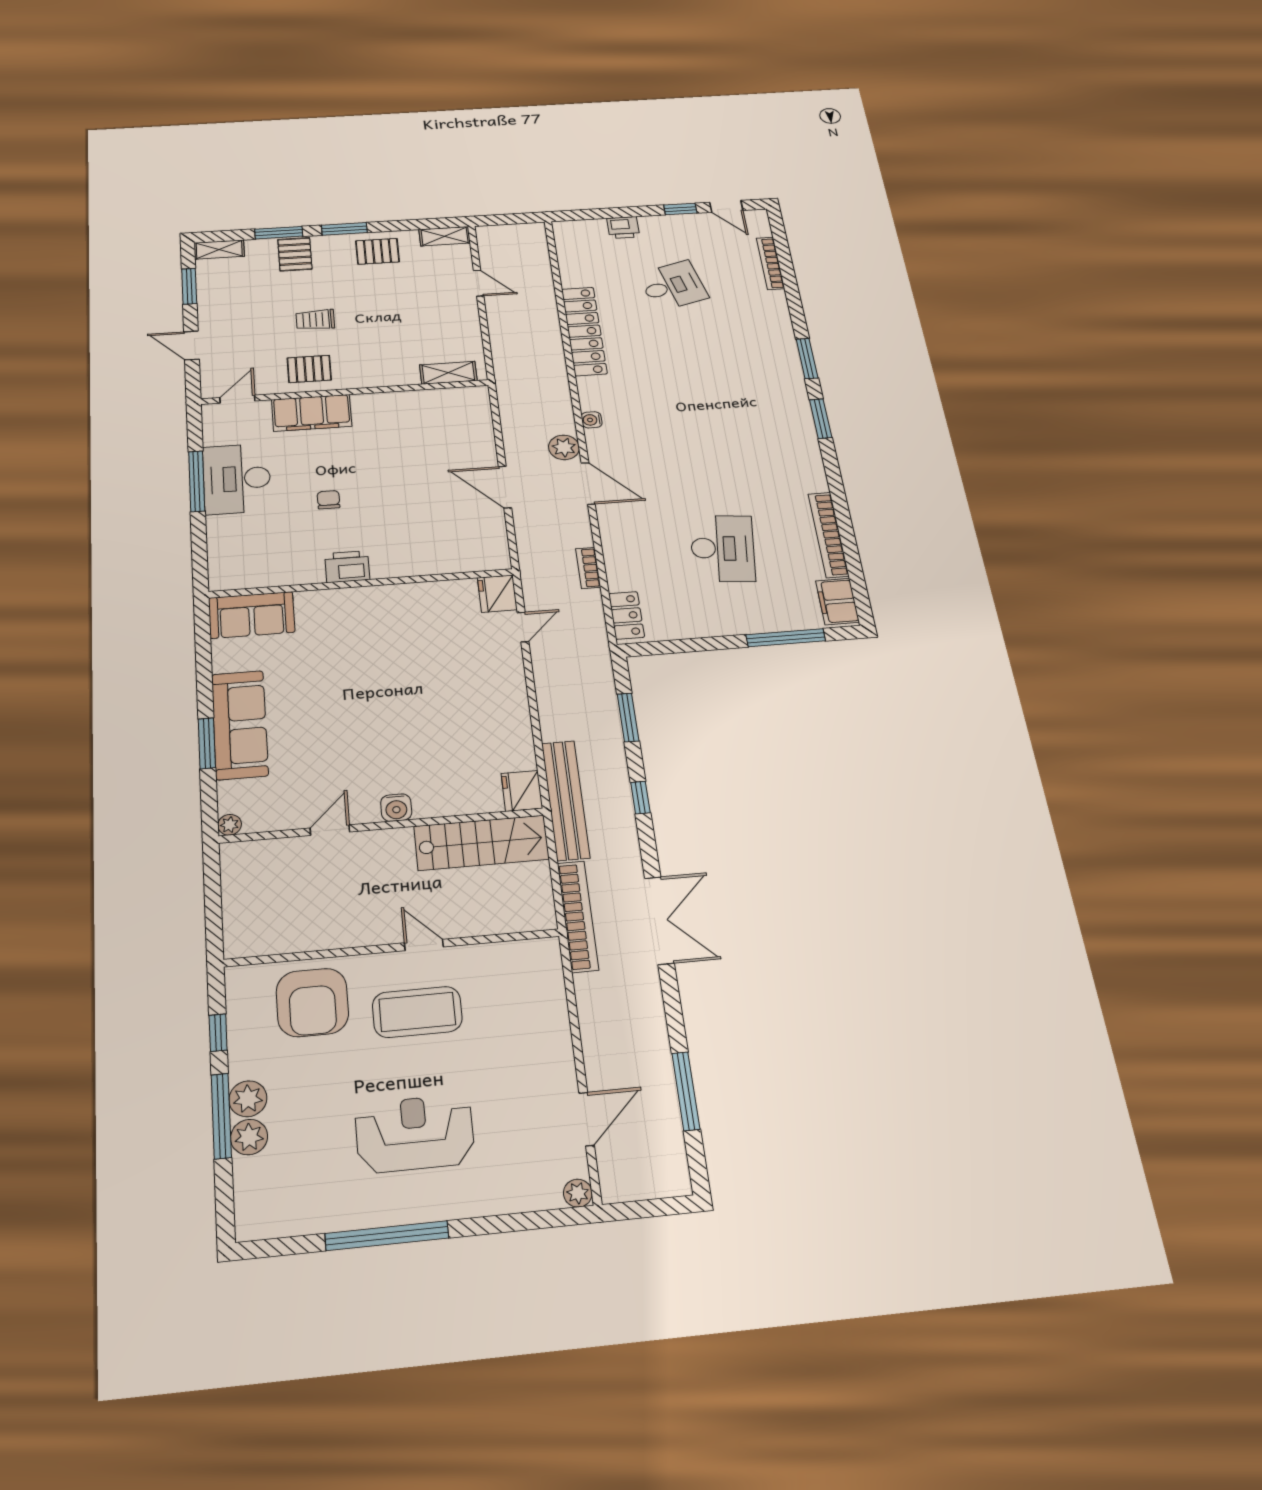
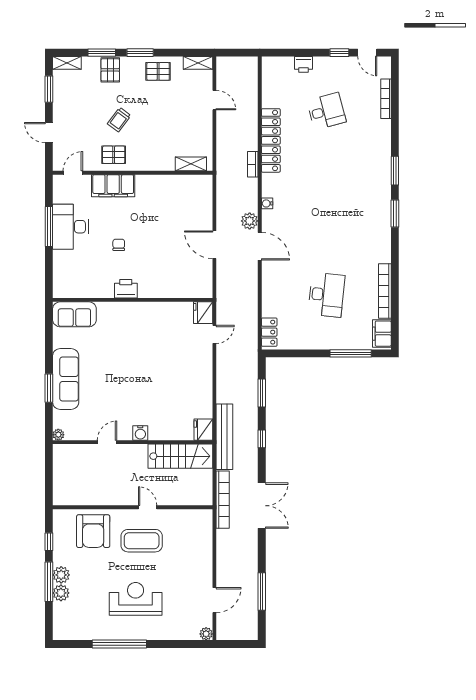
trolley: (315, 320) -> (119, 120), turned -53
bookcase: (588, 568) -> (253, 164), moved

